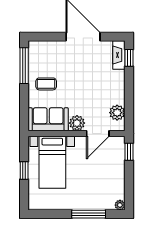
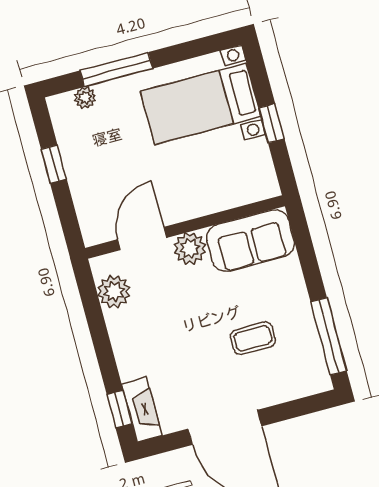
coffee table: (46, 84) -> (253, 338), moved
window: (129, 152) -> (54, 164), moved
bed with nightstands: (52, 162) -> (201, 104), moved, turned -90
plant: (120, 205) -> (85, 98), moved

